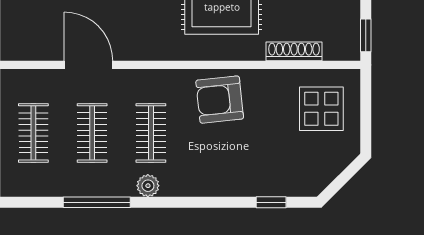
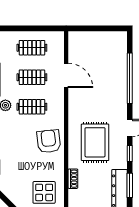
shoe rack: (294, 51) -> (73, 179), width x0.70
door: (88, 65) -> (66, 75), hinge flipped

